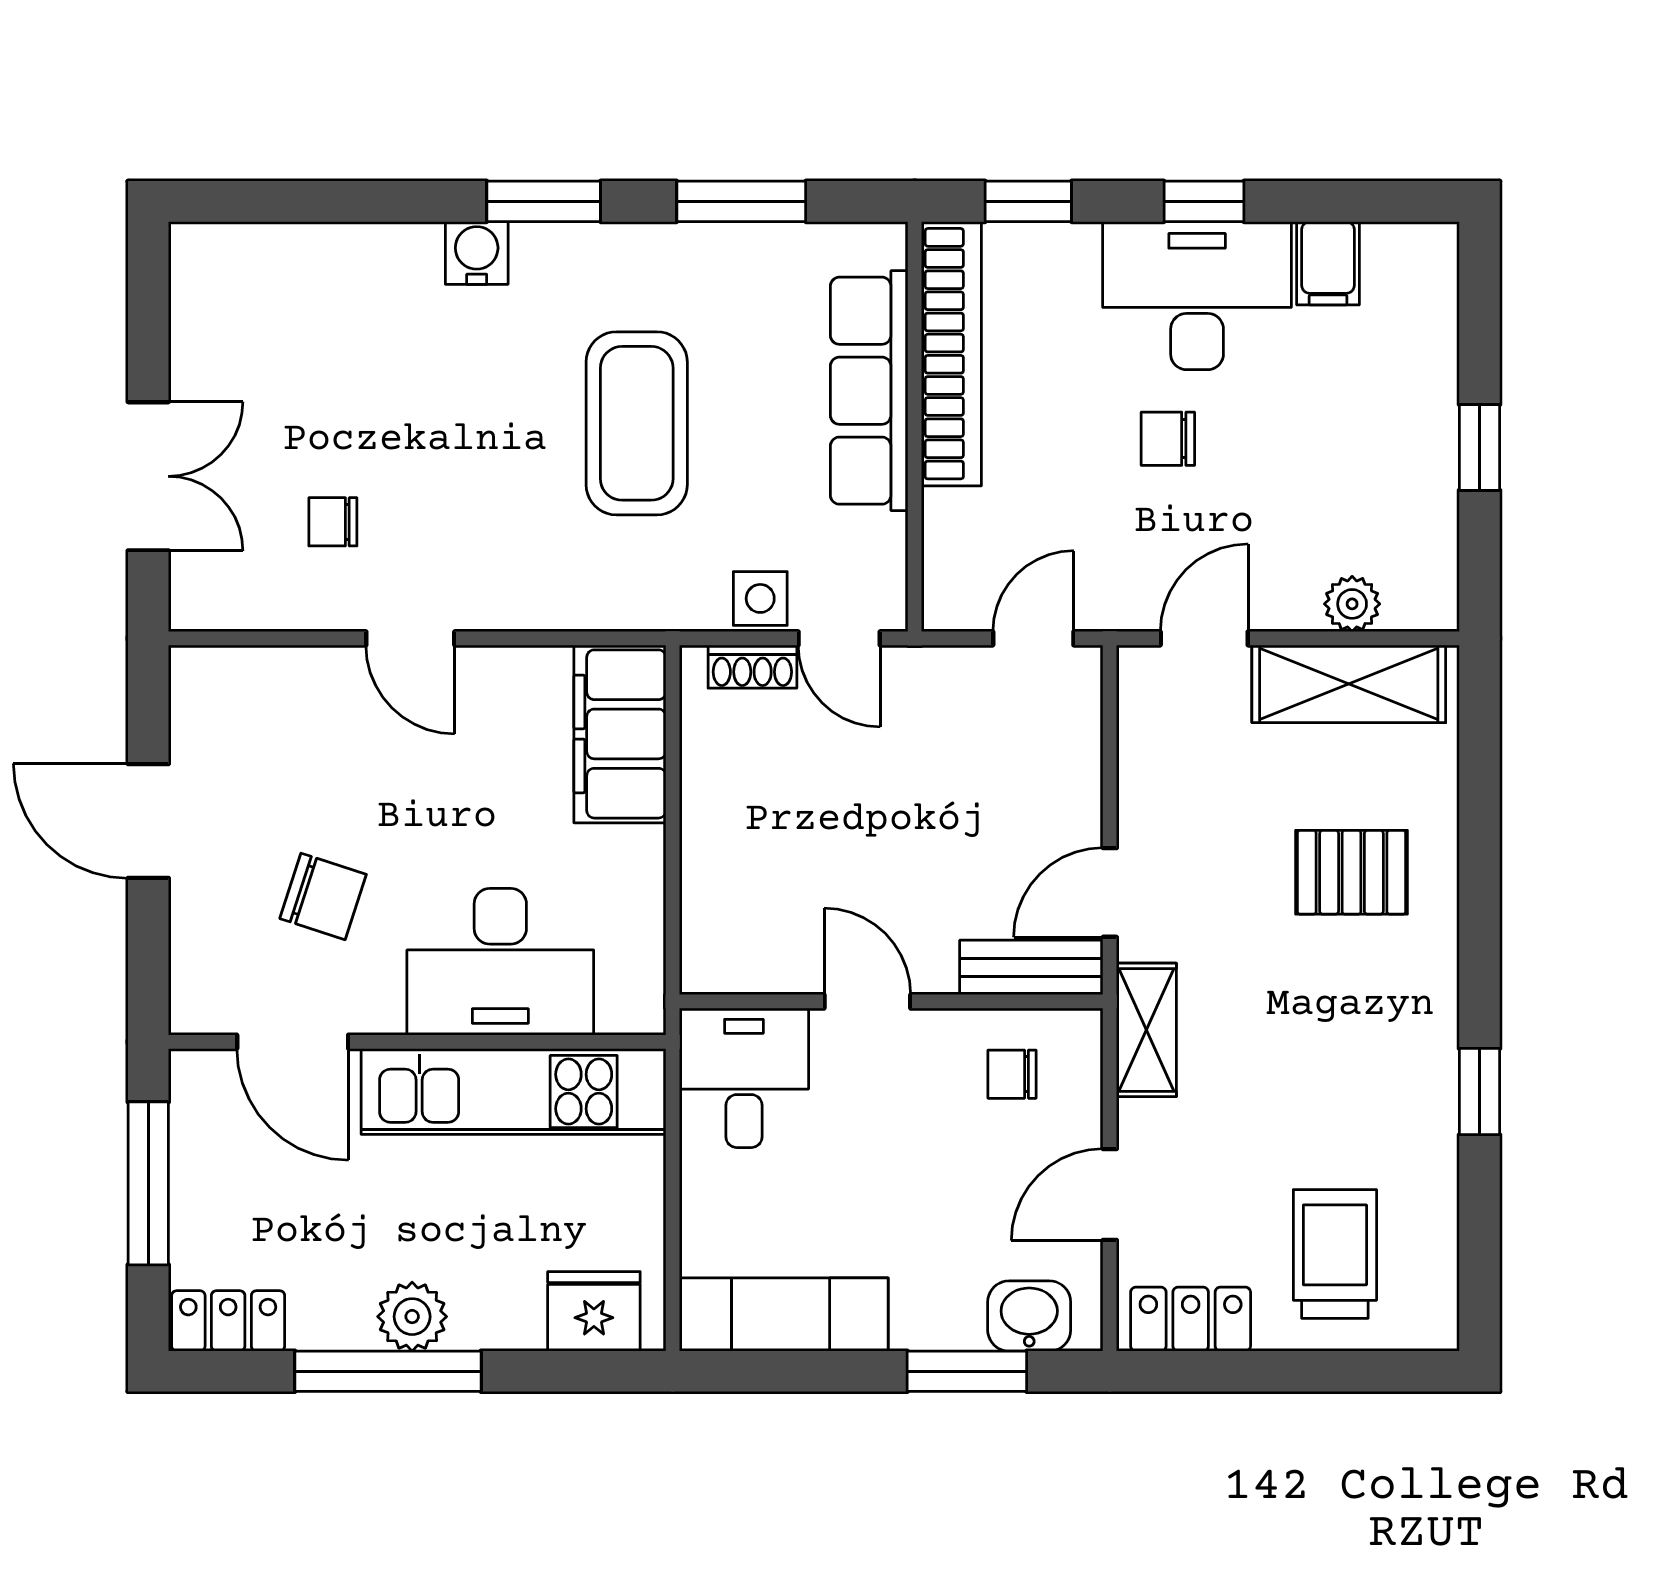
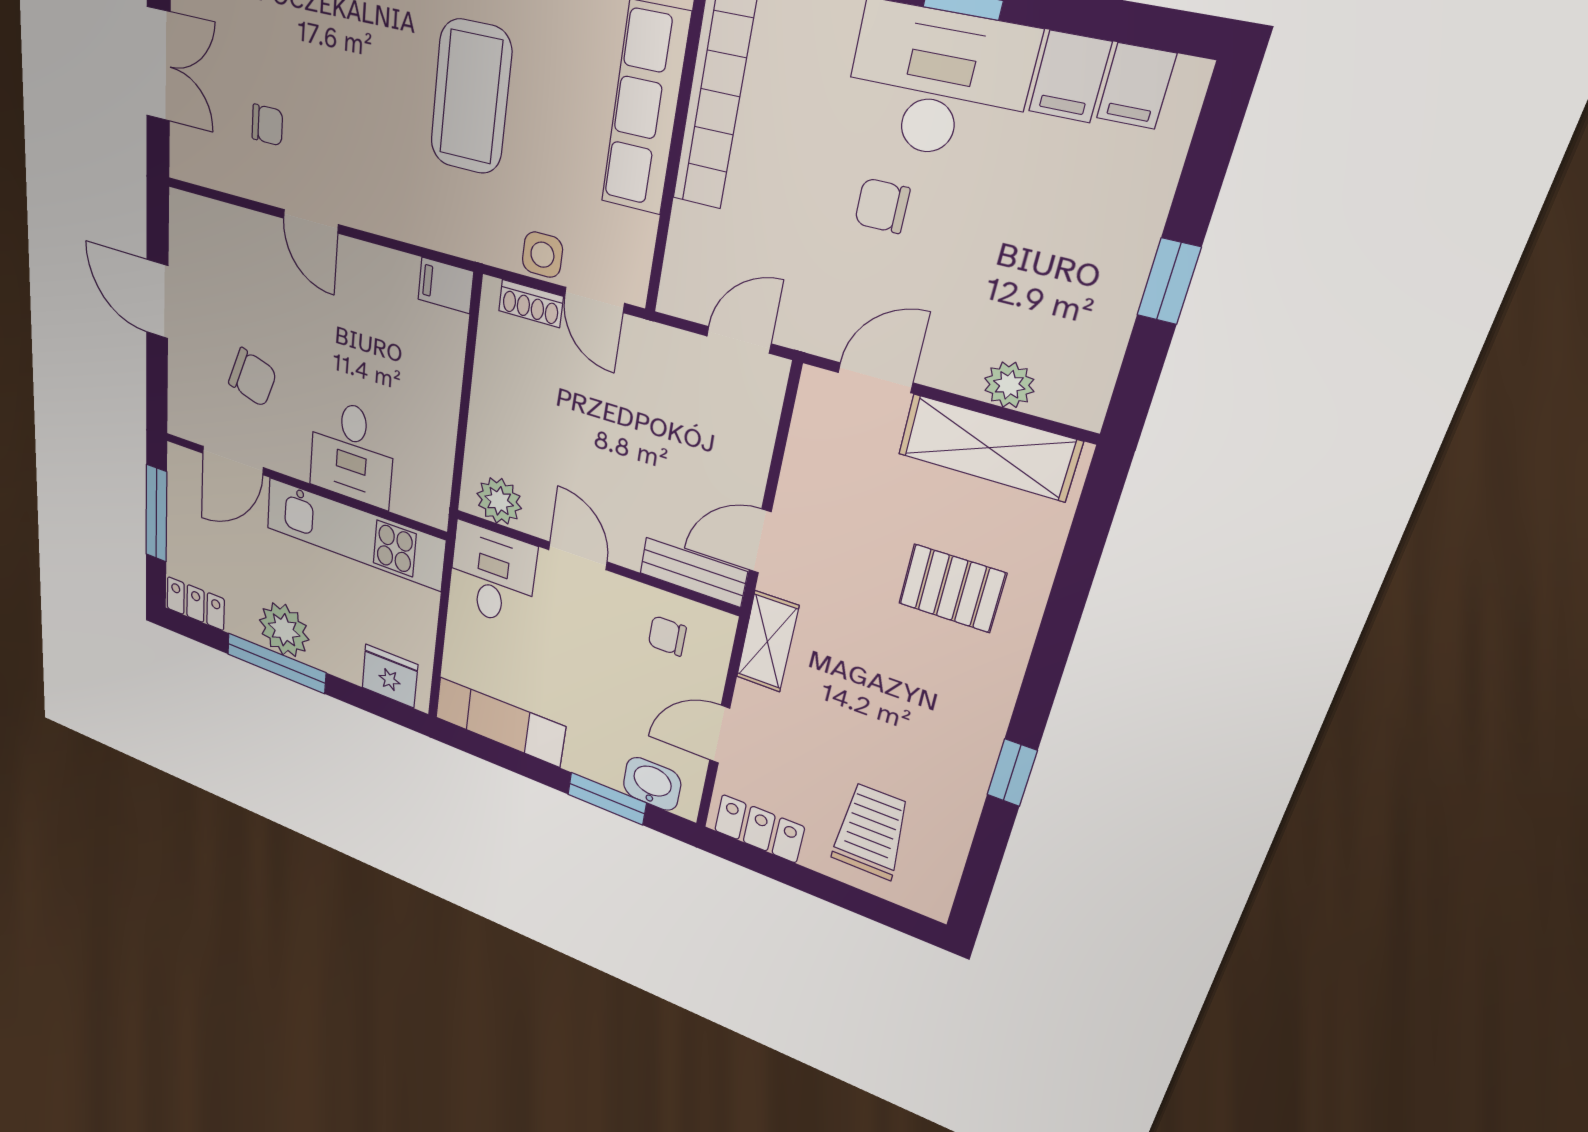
filing cabinet: (1393, 260) -> (1136, 86), added
chair: (333, 522) -> (267, 125), turned 180
filing cabinet: (620, 734) -> (446, 285), width x0.33, depth x0.86
plant: (741, 960) -> (499, 501), added
desk: (500, 962) -> (352, 452), width x0.73
door: (293, 1042) -> (233, 460), hinge flipped
plant: (412, 1317) -> (284, 630), width x1.36, depth x1.36

